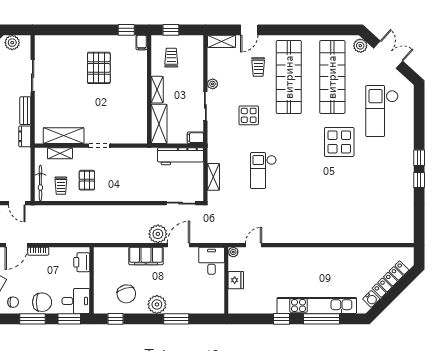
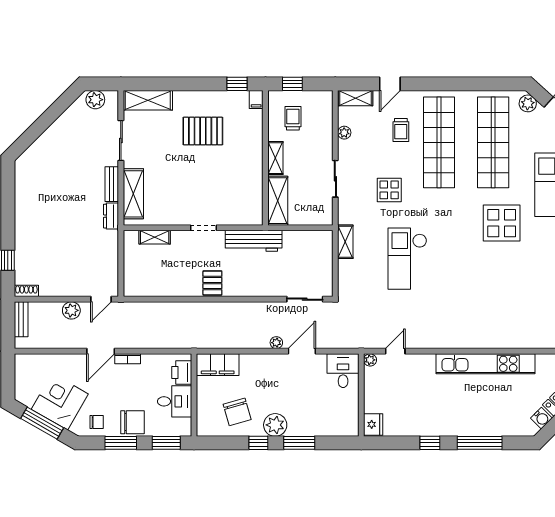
shelving: (54, 43) -> (148, 100), added
pallet: (99, 68) -> (203, 131), turned 90
plant: (213, 84) -> (344, 133), moved
shelving: (64, 136) -> (133, 194), moved, turned 90
filing cabinet: (195, 138) -> (323, 218), removed
workbench: (181, 156) -> (254, 241), moved
checkout: (263, 170) -> (407, 259), width x1.36, depth x1.21
shelving: (213, 177) -> (345, 242), moved
pallet: (87, 180) -> (212, 283), moved
bicycle: (40, 183) -> (130, 274), removed
trolley: (61, 186) -> (156, 277), removed
door: (17, 203) -> (101, 299), hinge flipped
plant: (158, 234) -> (276, 343), width x0.53, depth x0.53
filing cabinet: (146, 256) -> (218, 365), moved
fridge: (236, 280) -> (373, 424), moved
desk: (76, 301) -> (175, 401), moved
kitchen unit: (317, 305) -> (486, 364), moved, turned 180
window: (116, 319) -> (258, 443), moved

